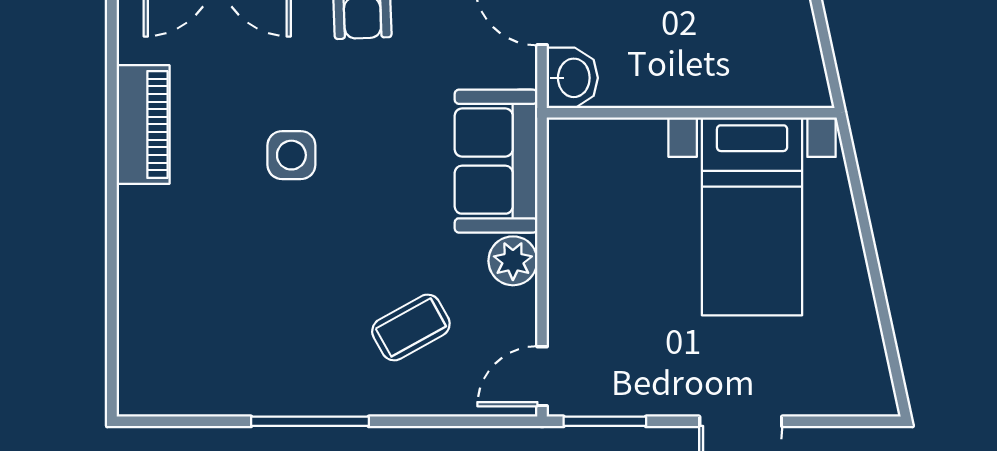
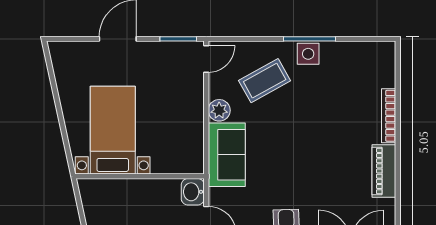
side table: (291, 155) -> (308, 54), moved
bookcase: (132, 249) -> (389, 116), added
coffee table: (411, 327) -> (265, 81), width x1.36, depth x1.30

